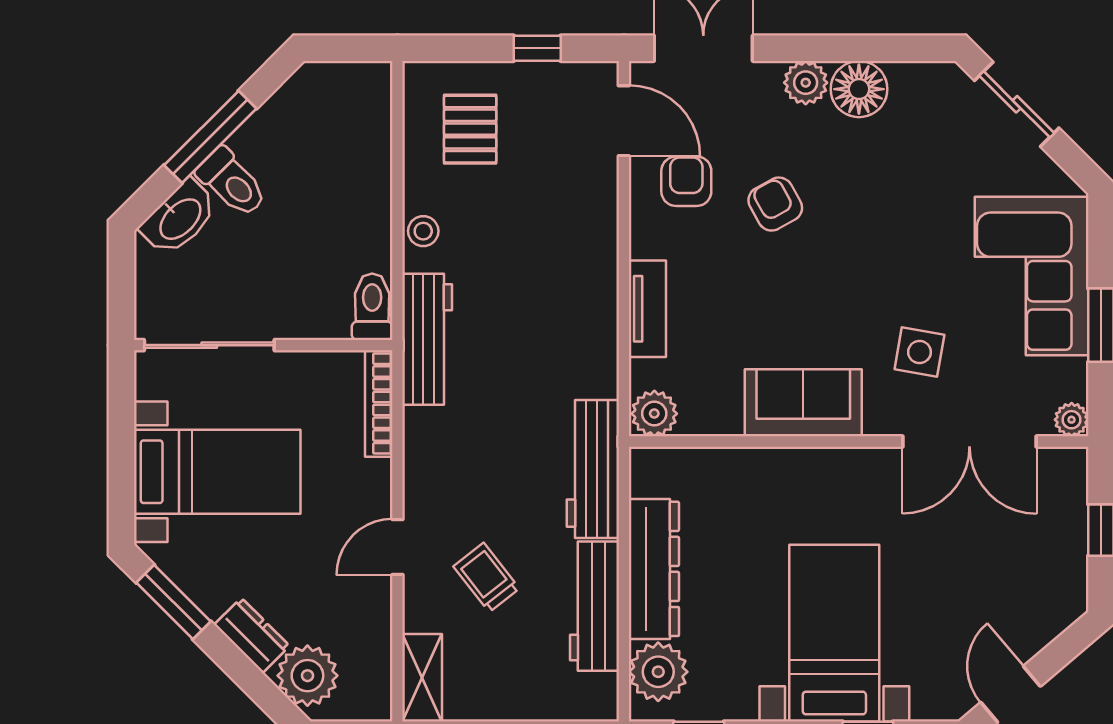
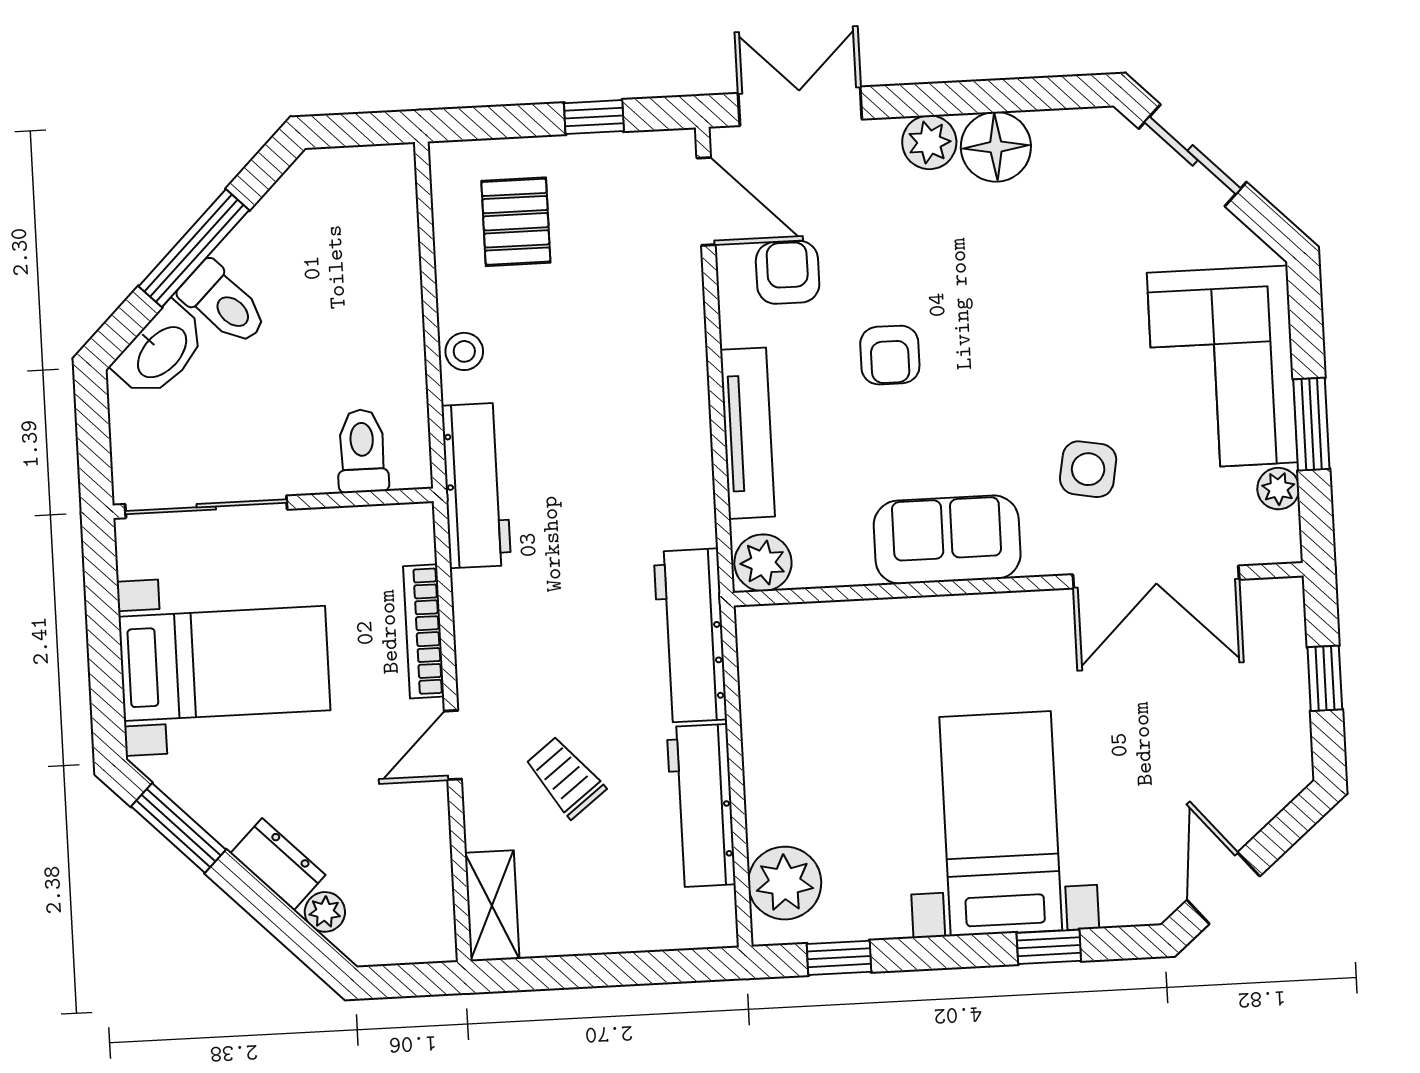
armchair: (775, 204) -> (890, 355), moved, turned -151
toilet: (372, 307) -> (362, 451), moved
tv unit: (647, 309) -> (747, 433), width x1.41
bookcase: (379, 404) -> (424, 631), moved
plant: (1072, 420) -> (1278, 489), moved
dresser: (654, 569) -> (772, 756), removed
plant: (307, 676) -> (325, 912), width x0.53, depth x0.53

